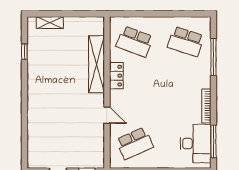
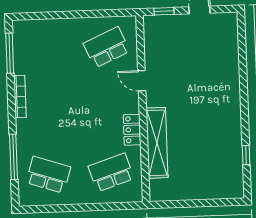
shelving: (50, 23) -> (216, 192), removed
school desk: (135, 42) -> (111, 172), turned -39
desk: (196, 144) -> (32, 50), removed

